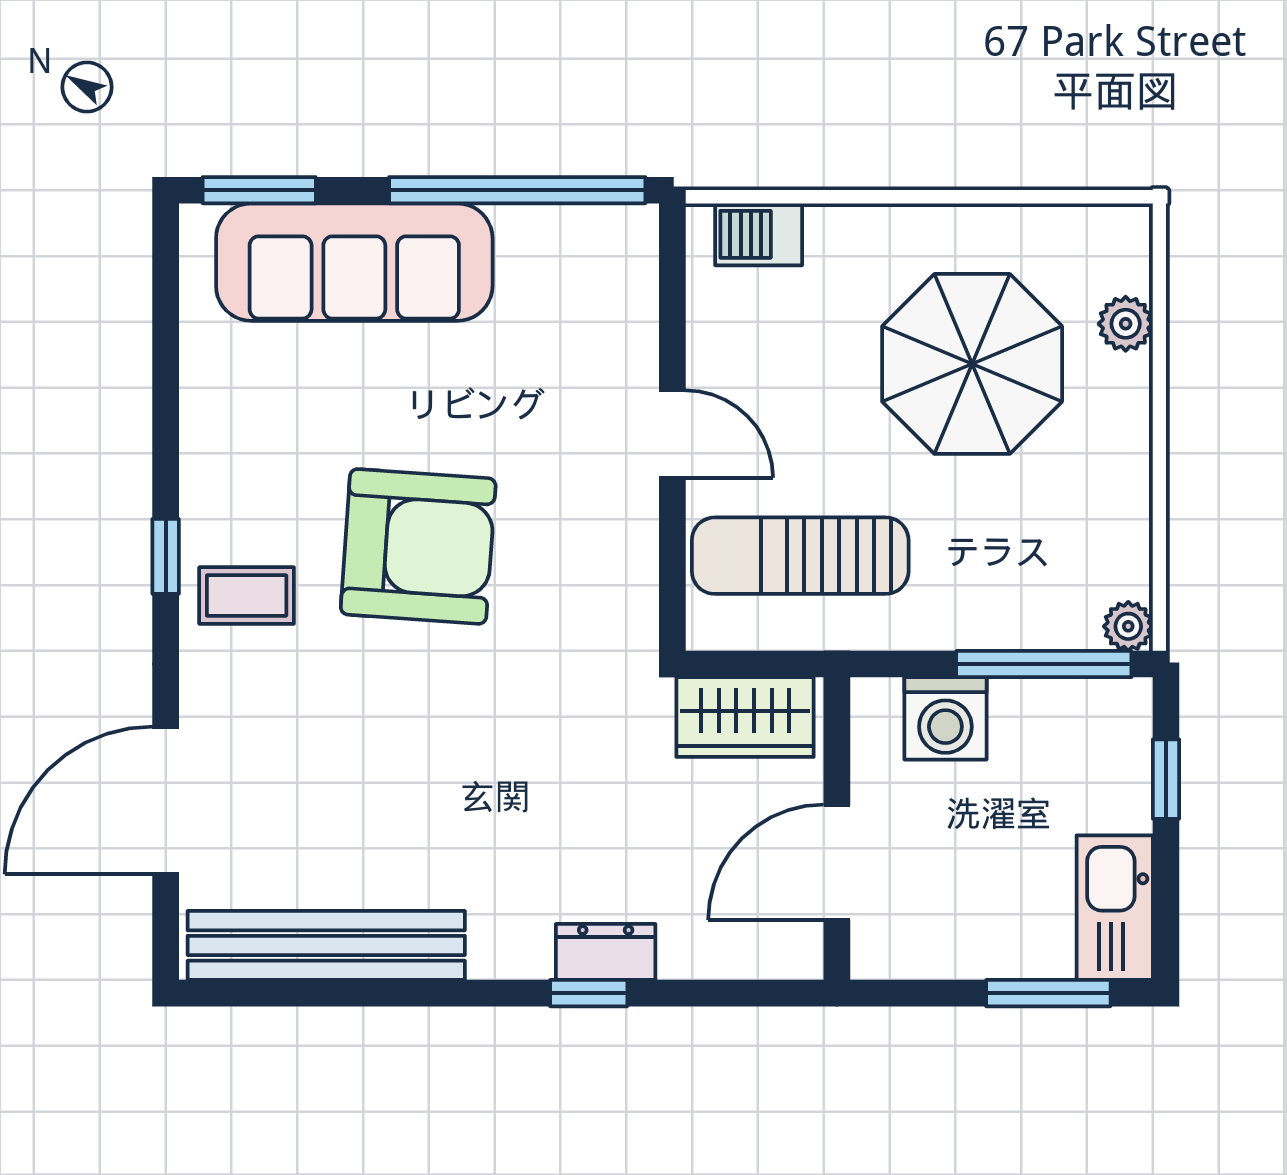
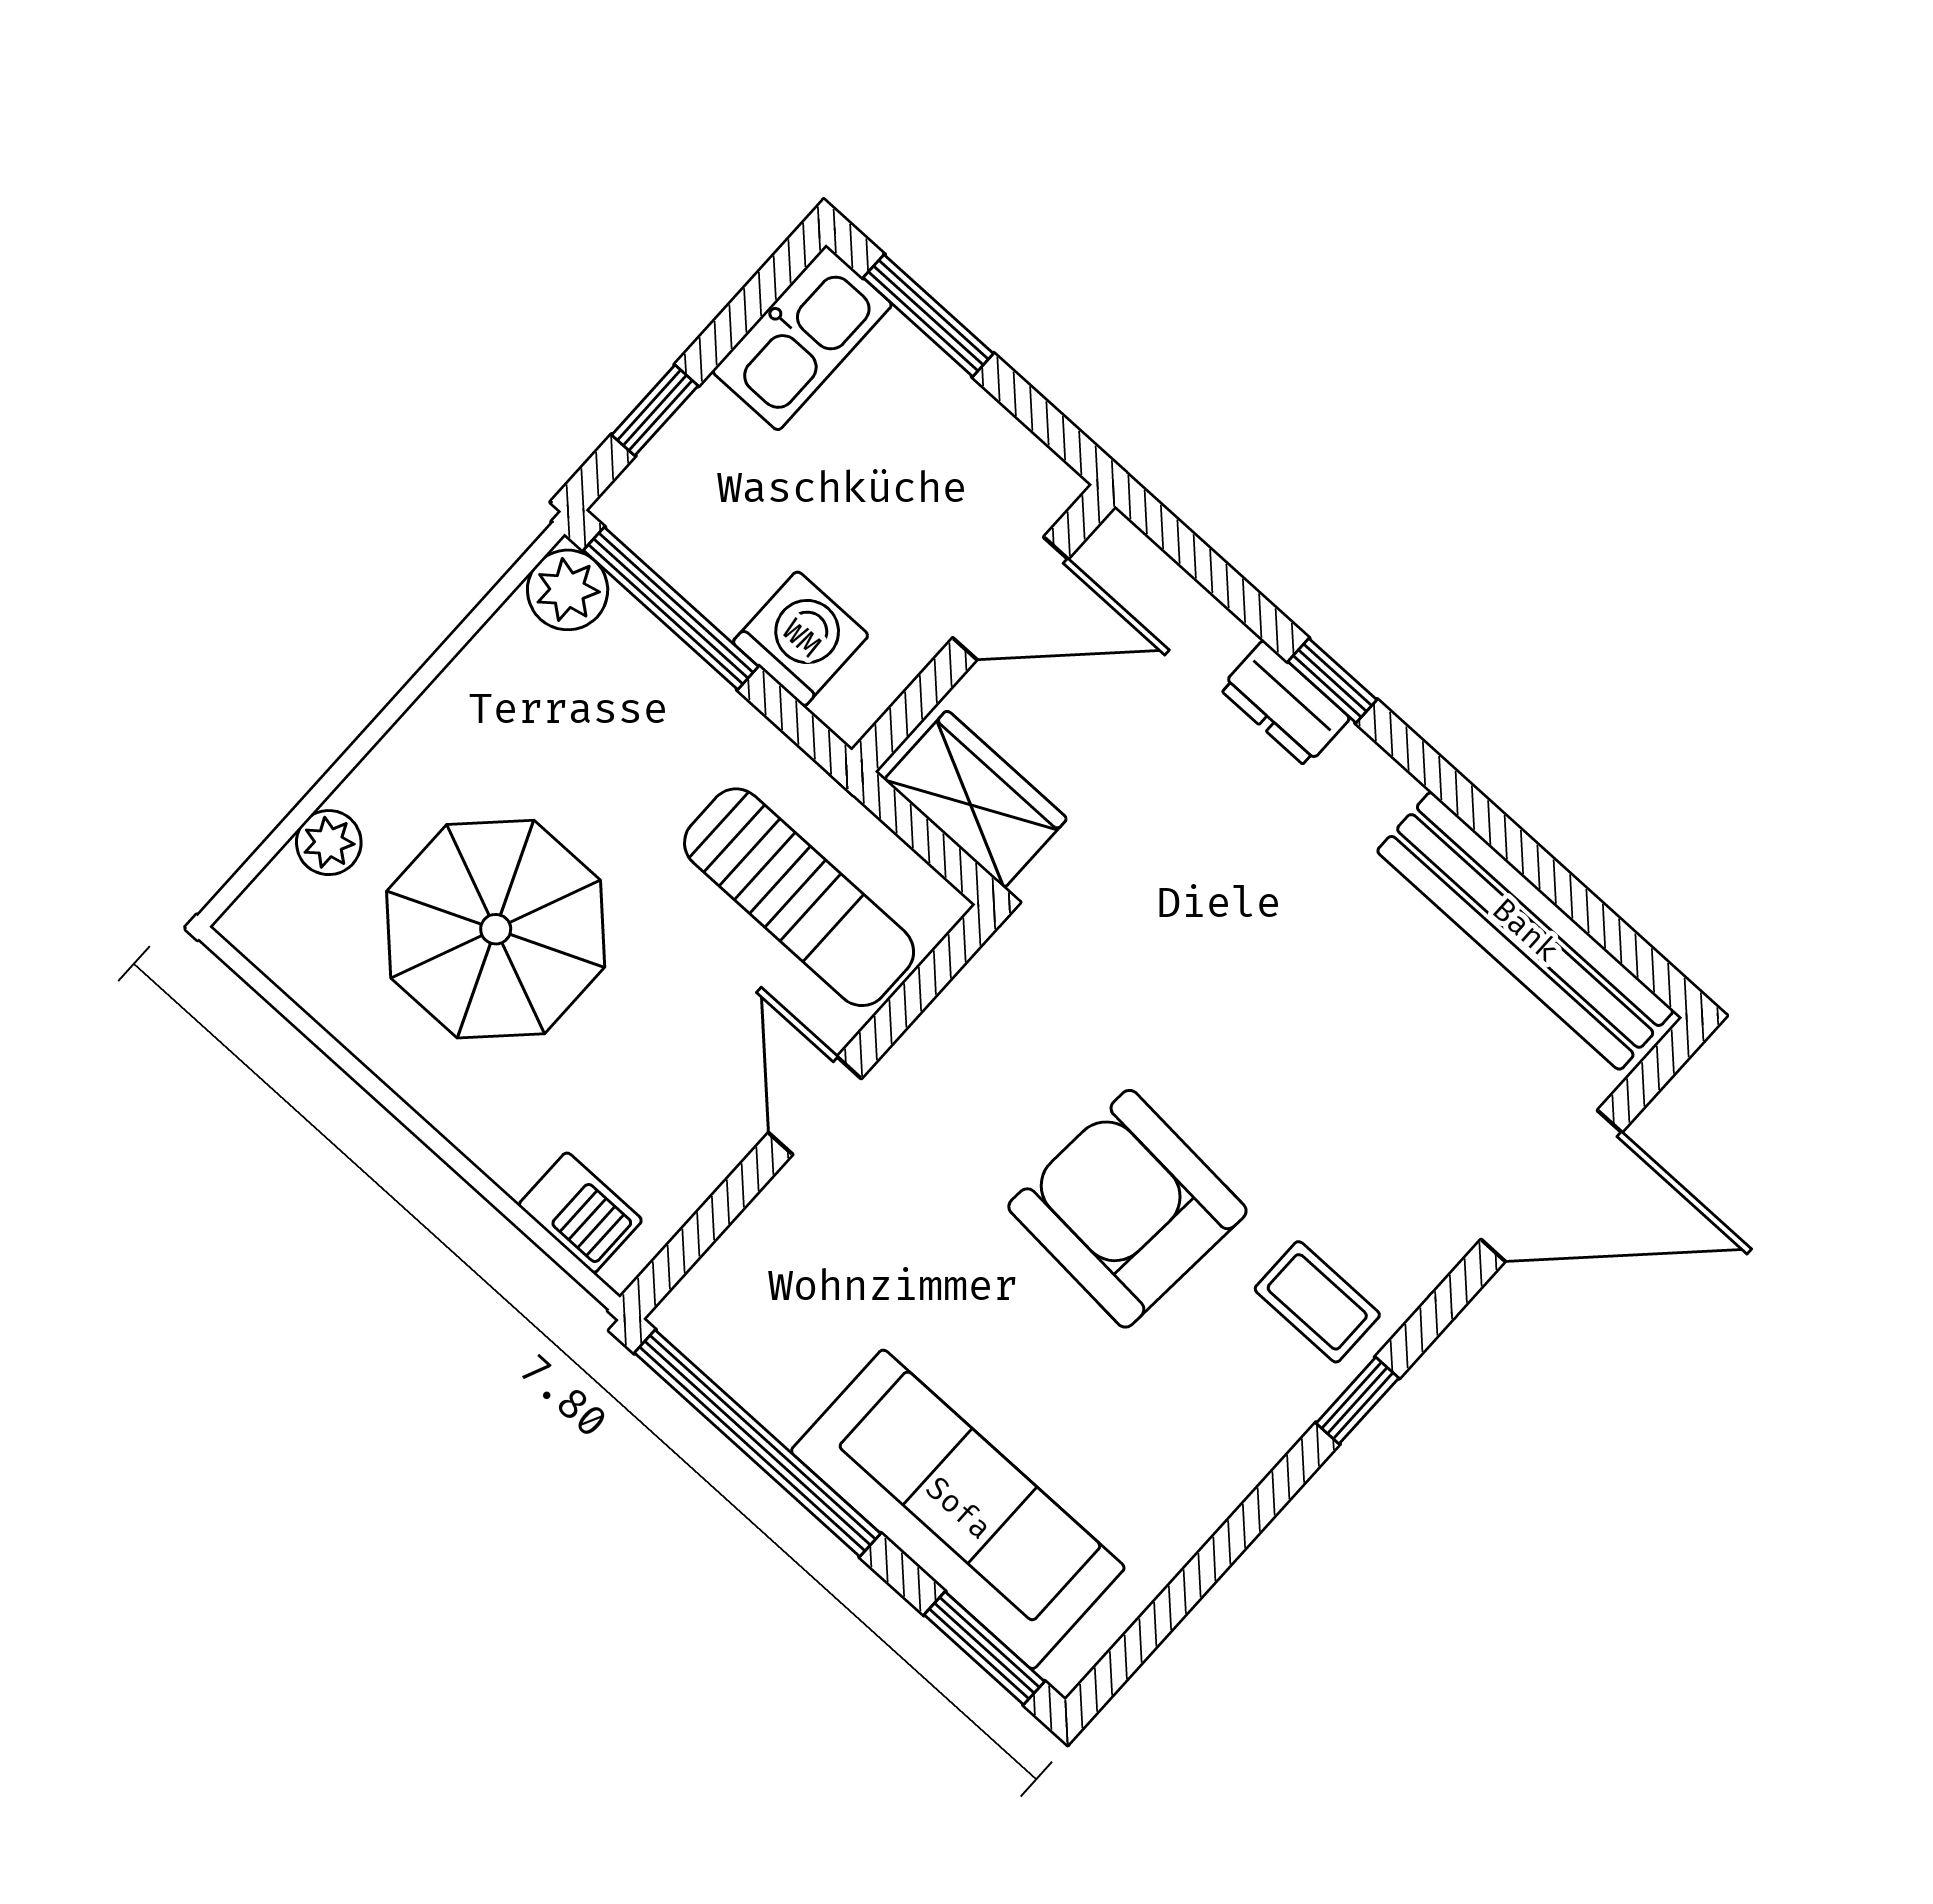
plant: (1128, 626) -> (568, 590), width x1.38, depth x1.38

